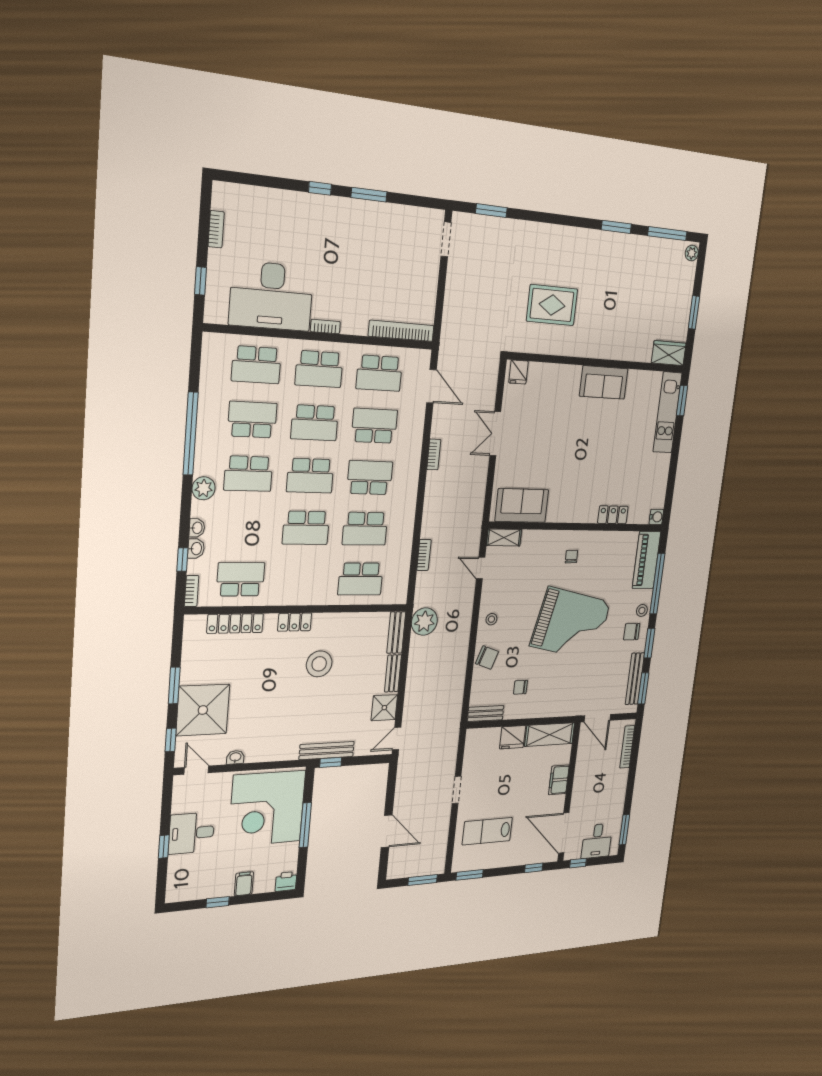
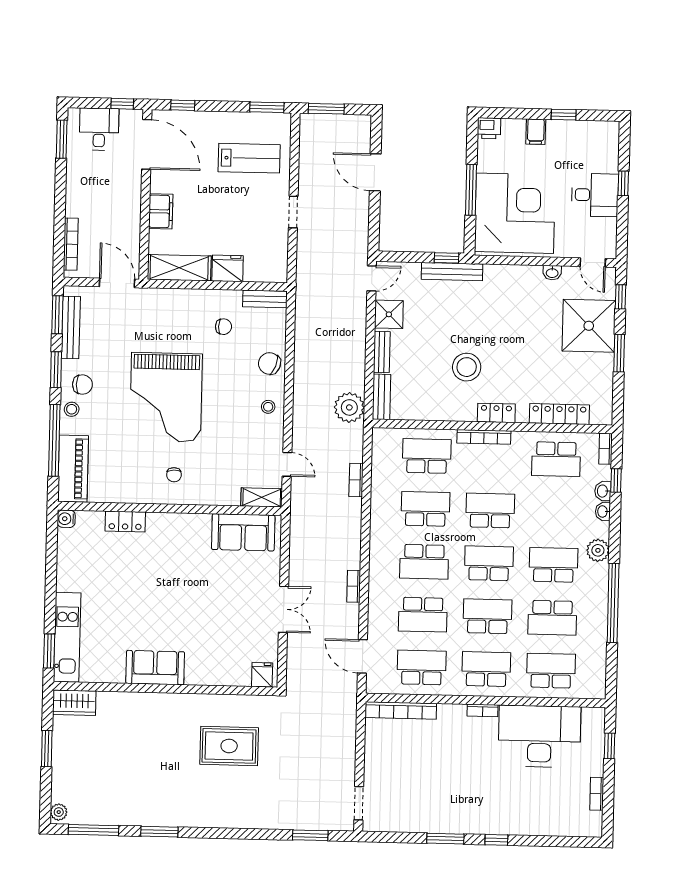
bookcase: (308, 599) -> (484, 437), added
grand piano: (571, 624) -> (166, 397), turned -103

